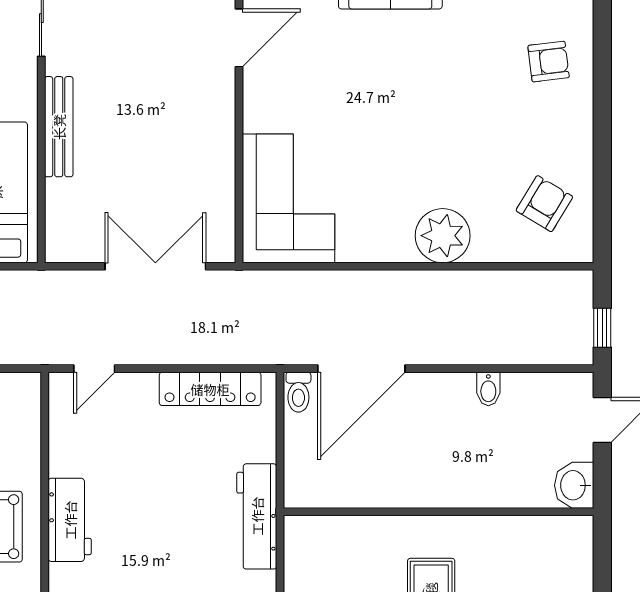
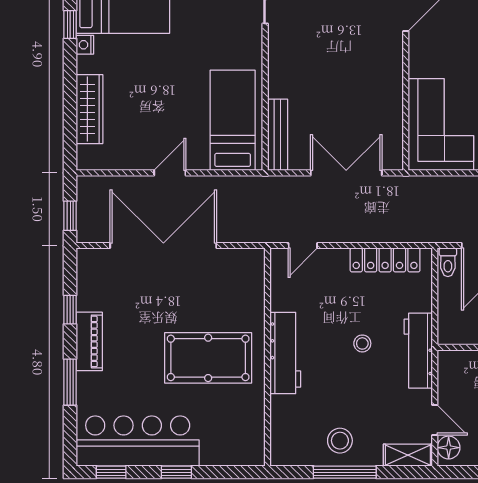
bench: (59, 127) -> (278, 135), moved
stool: (178, 506) -> (362, 343), added
workbench: (70, 520) -> (285, 353), width x1.38

